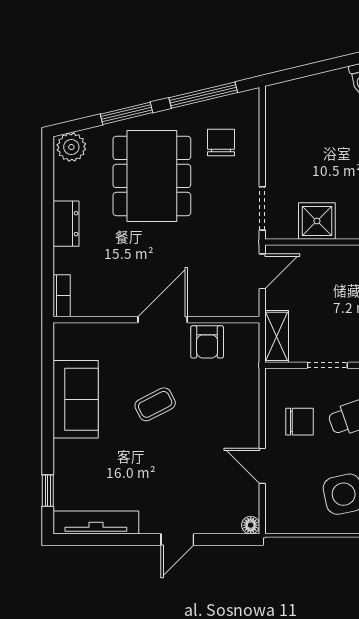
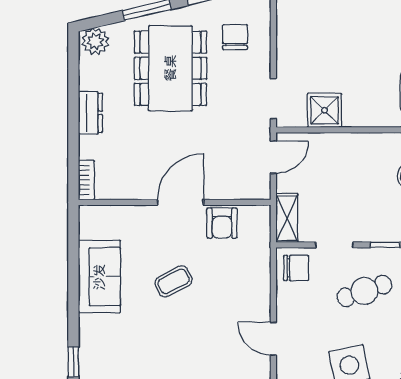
chair: (300, 422) -> (296, 268), moved

